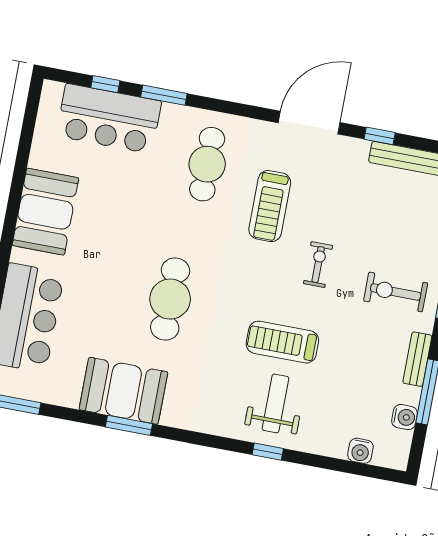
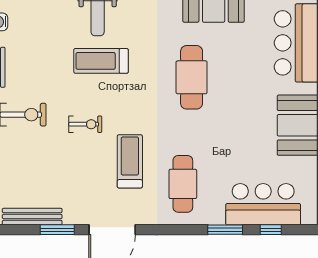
window: (380, 136) -> (57, 230), width x1.50
exercise bike: (318, 265) -> (85, 124), turned -90
treadmill: (282, 342) -> (101, 61), turned 180

